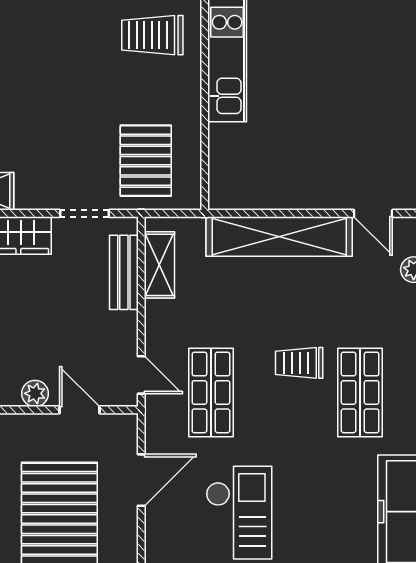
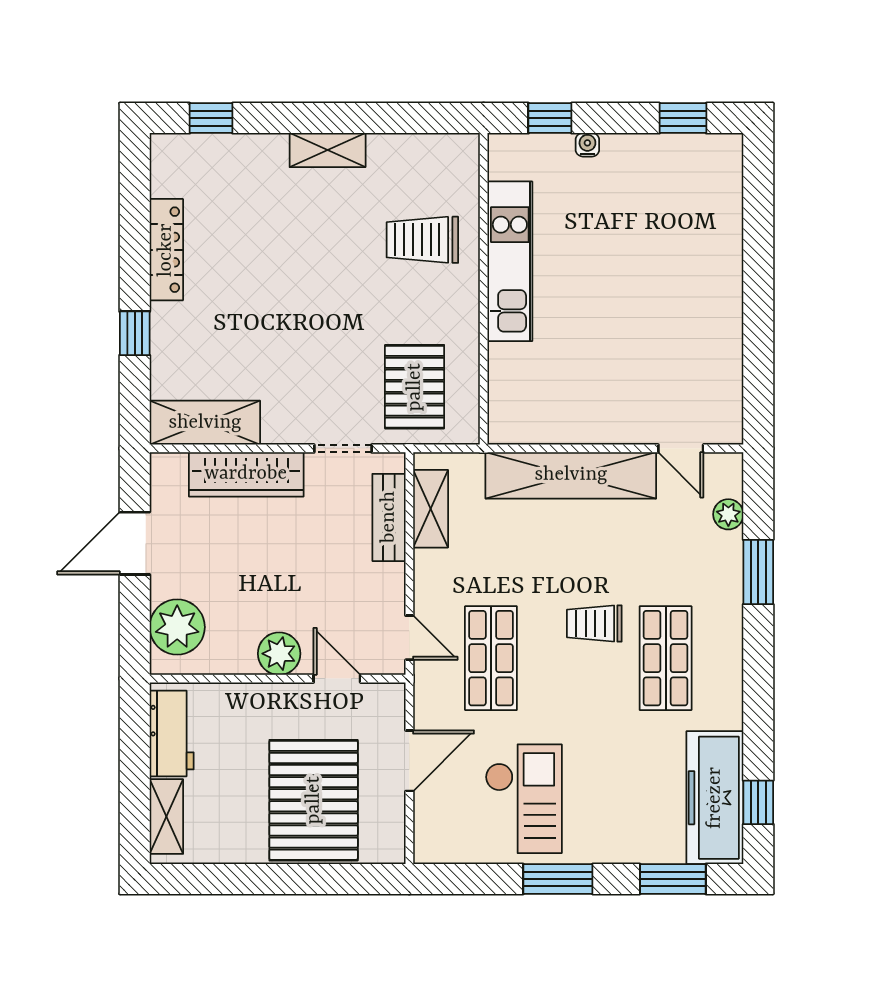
plant: (35, 393) -> (279, 654), width x1.38, depth x1.38

